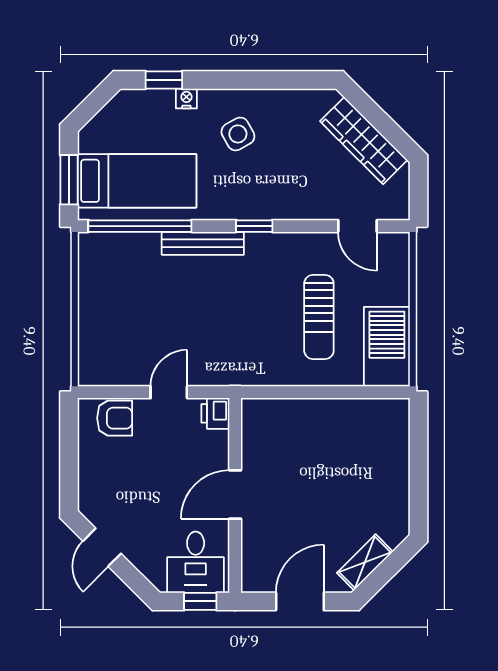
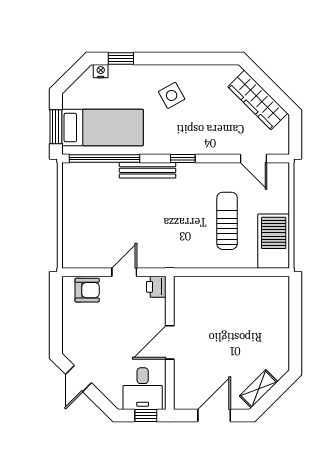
nightstand: (186, 98) -> (101, 71), moved
sun lounger: (319, 317) -> (227, 221), turned 180

